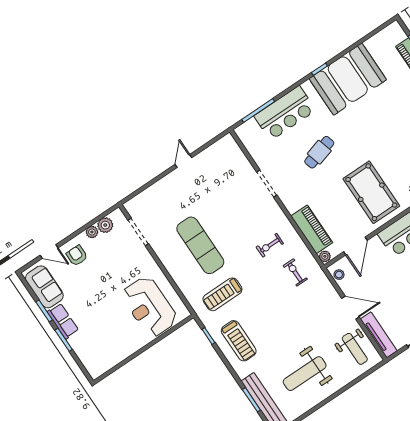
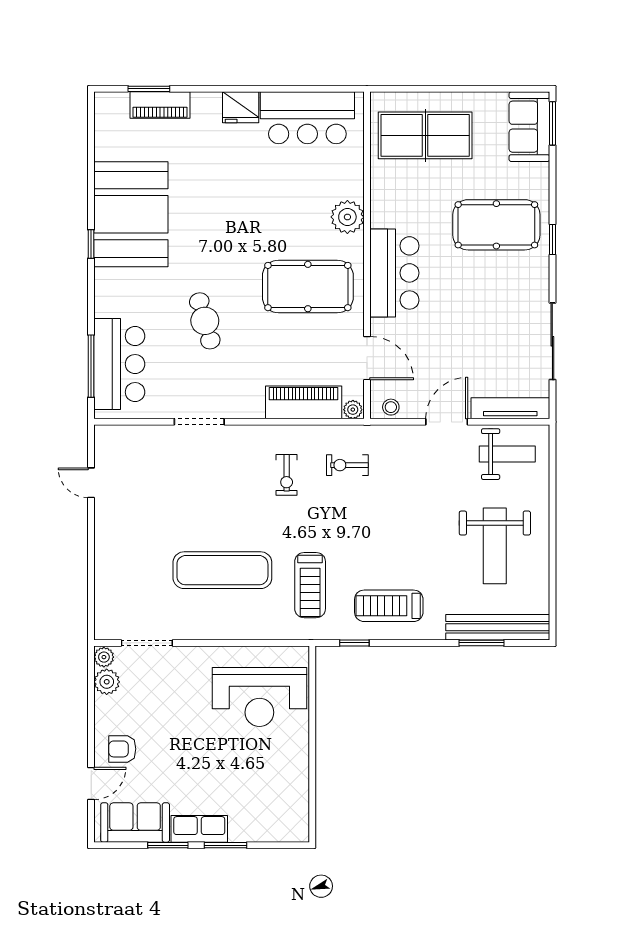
bar counter: (285, 113) -> (119, 364), moved
door: (183, 161) -> (91, 483), moved
plant: (92, 232) -> (104, 657), moved
treadmill: (239, 341) -> (389, 606), turned 180

